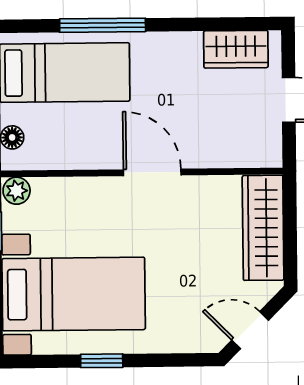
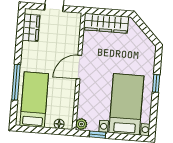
door: (250, 330) -> (148, 32), removed
window: (102, 361) -> (156, 83), moved

